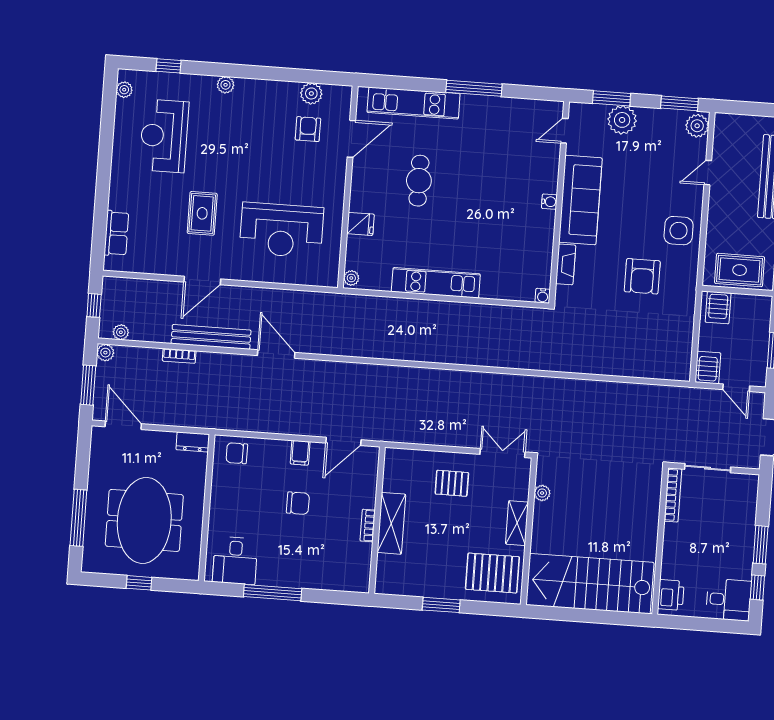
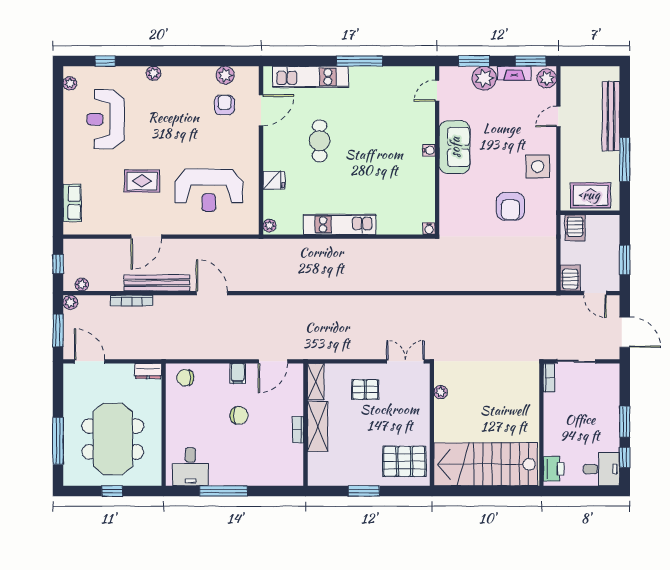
sofa: (580, 200) -> (455, 147), width x0.73
rug: (202, 213) -> (142, 181), turned 90
fireplace: (566, 264) -> (514, 73), moved, turned 90
bookcase: (179, 356) -> (132, 301), width x1.56
bookcase: (673, 495) -> (549, 378), width x0.64
shelving: (517, 523) -> (316, 382), moved

